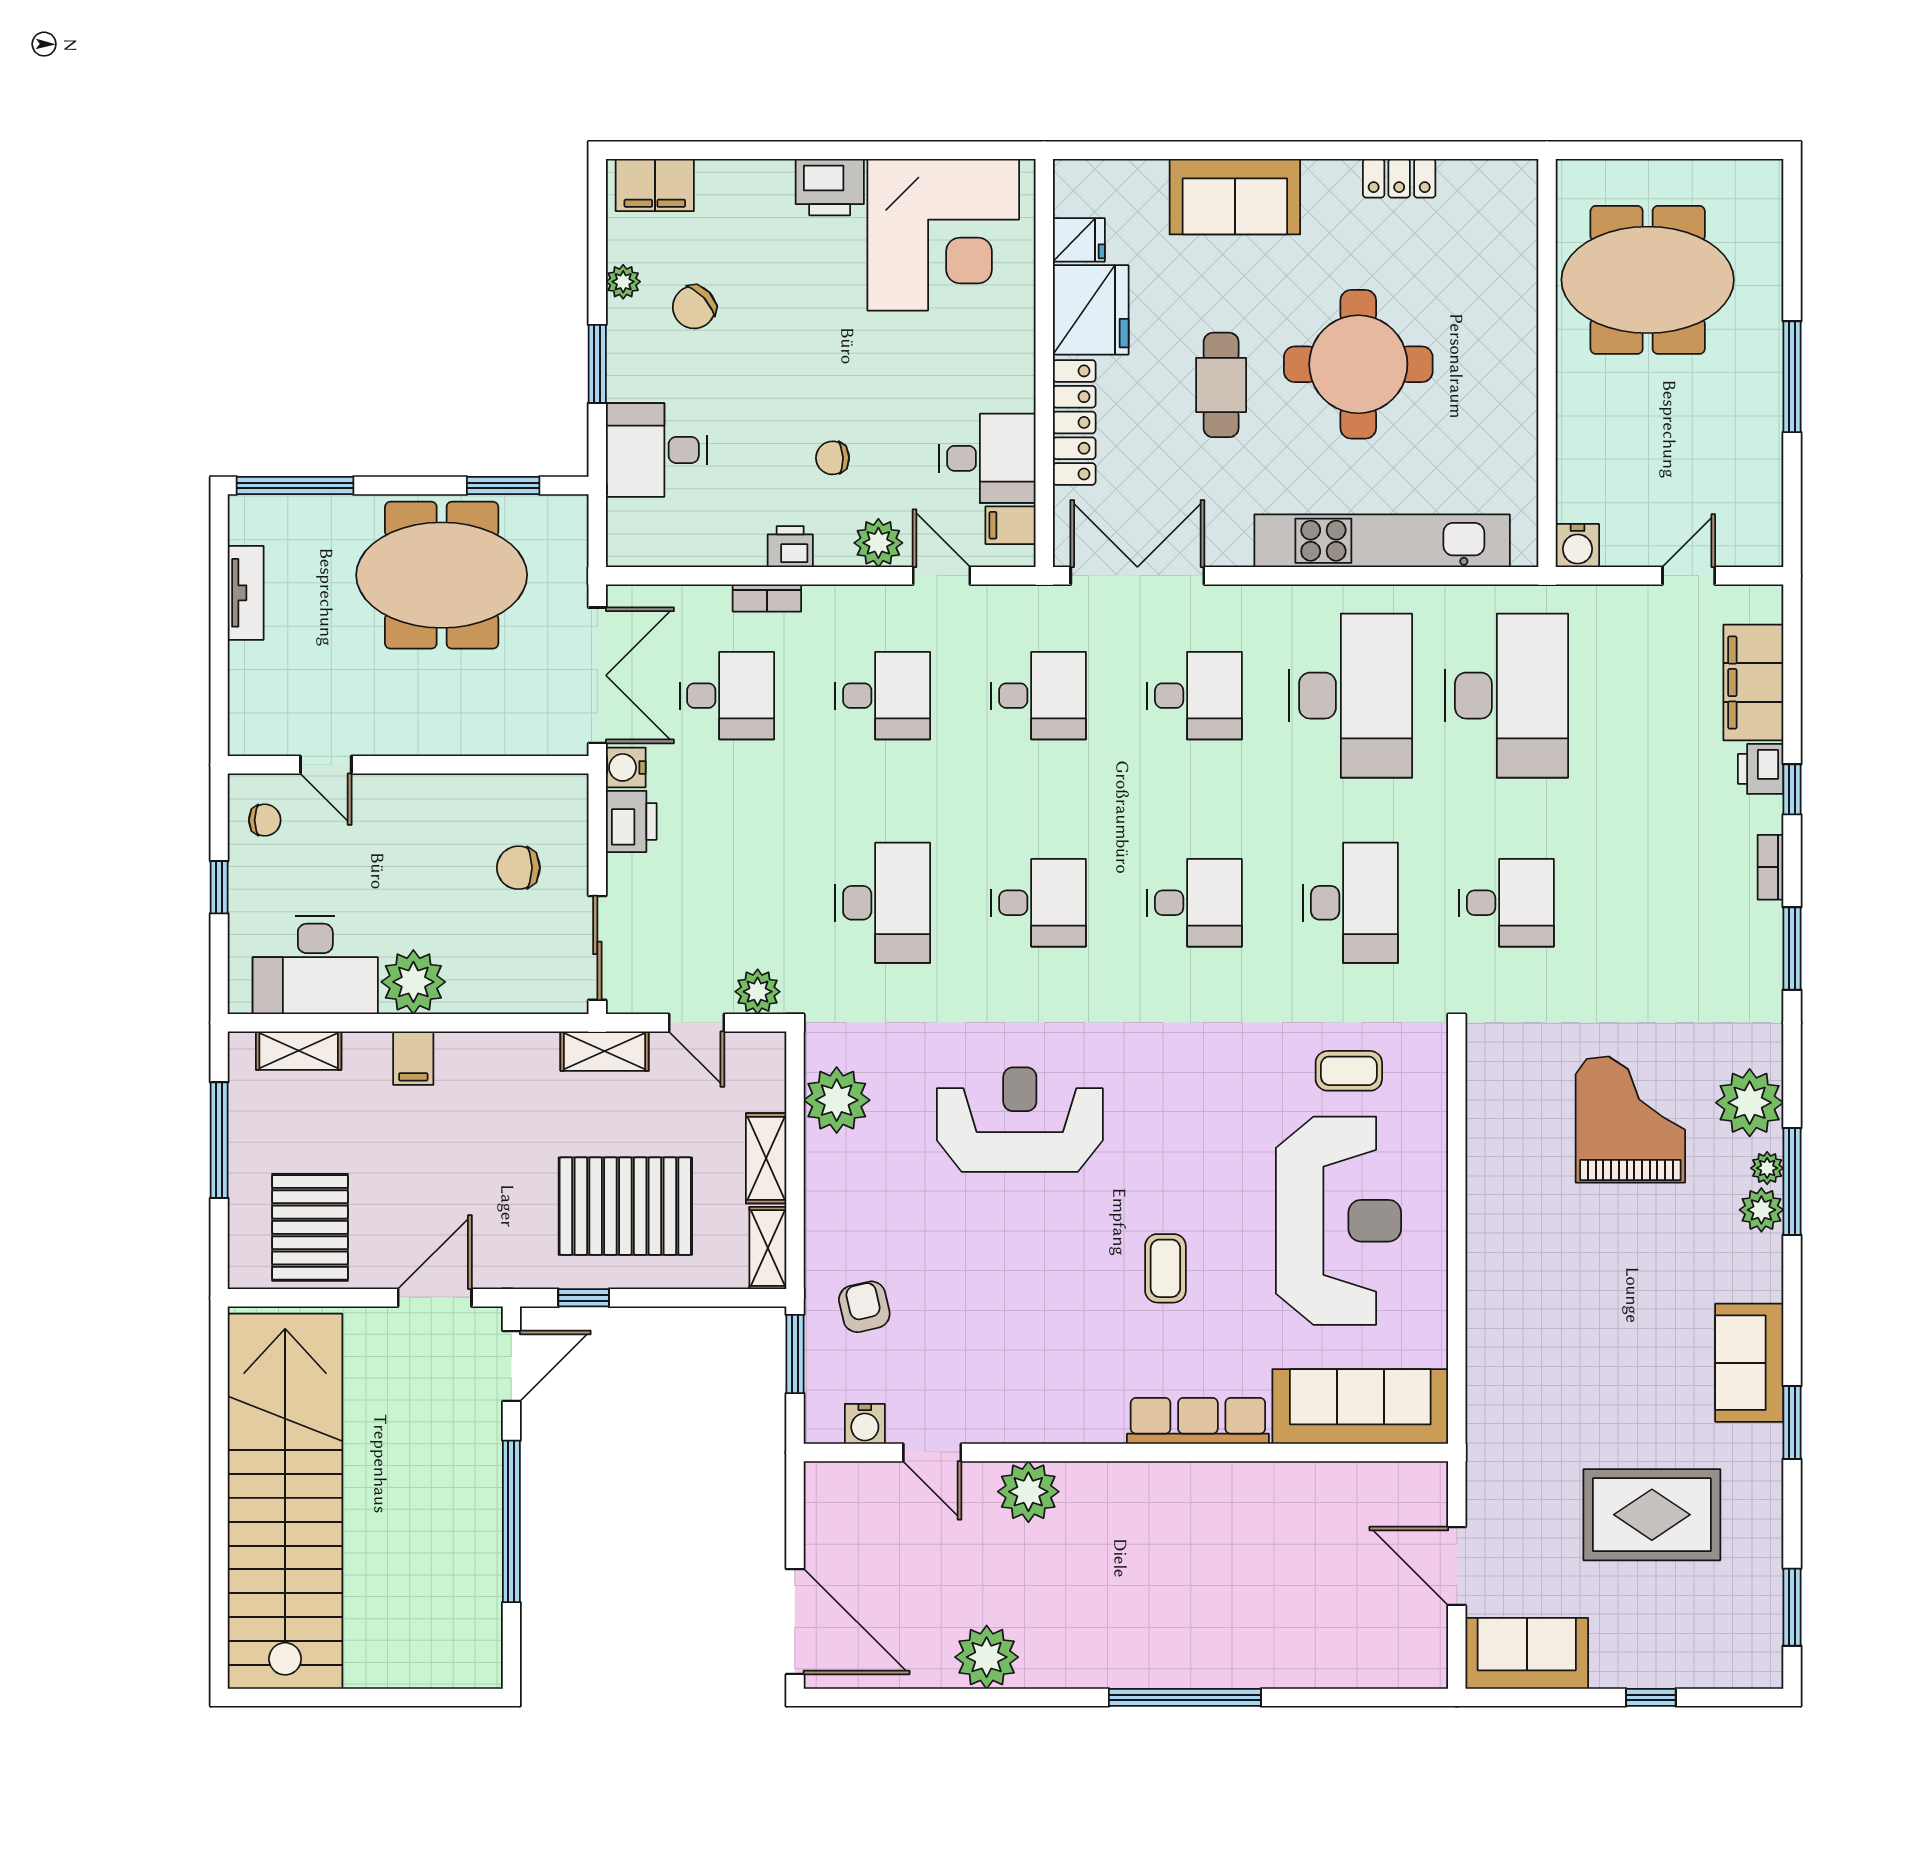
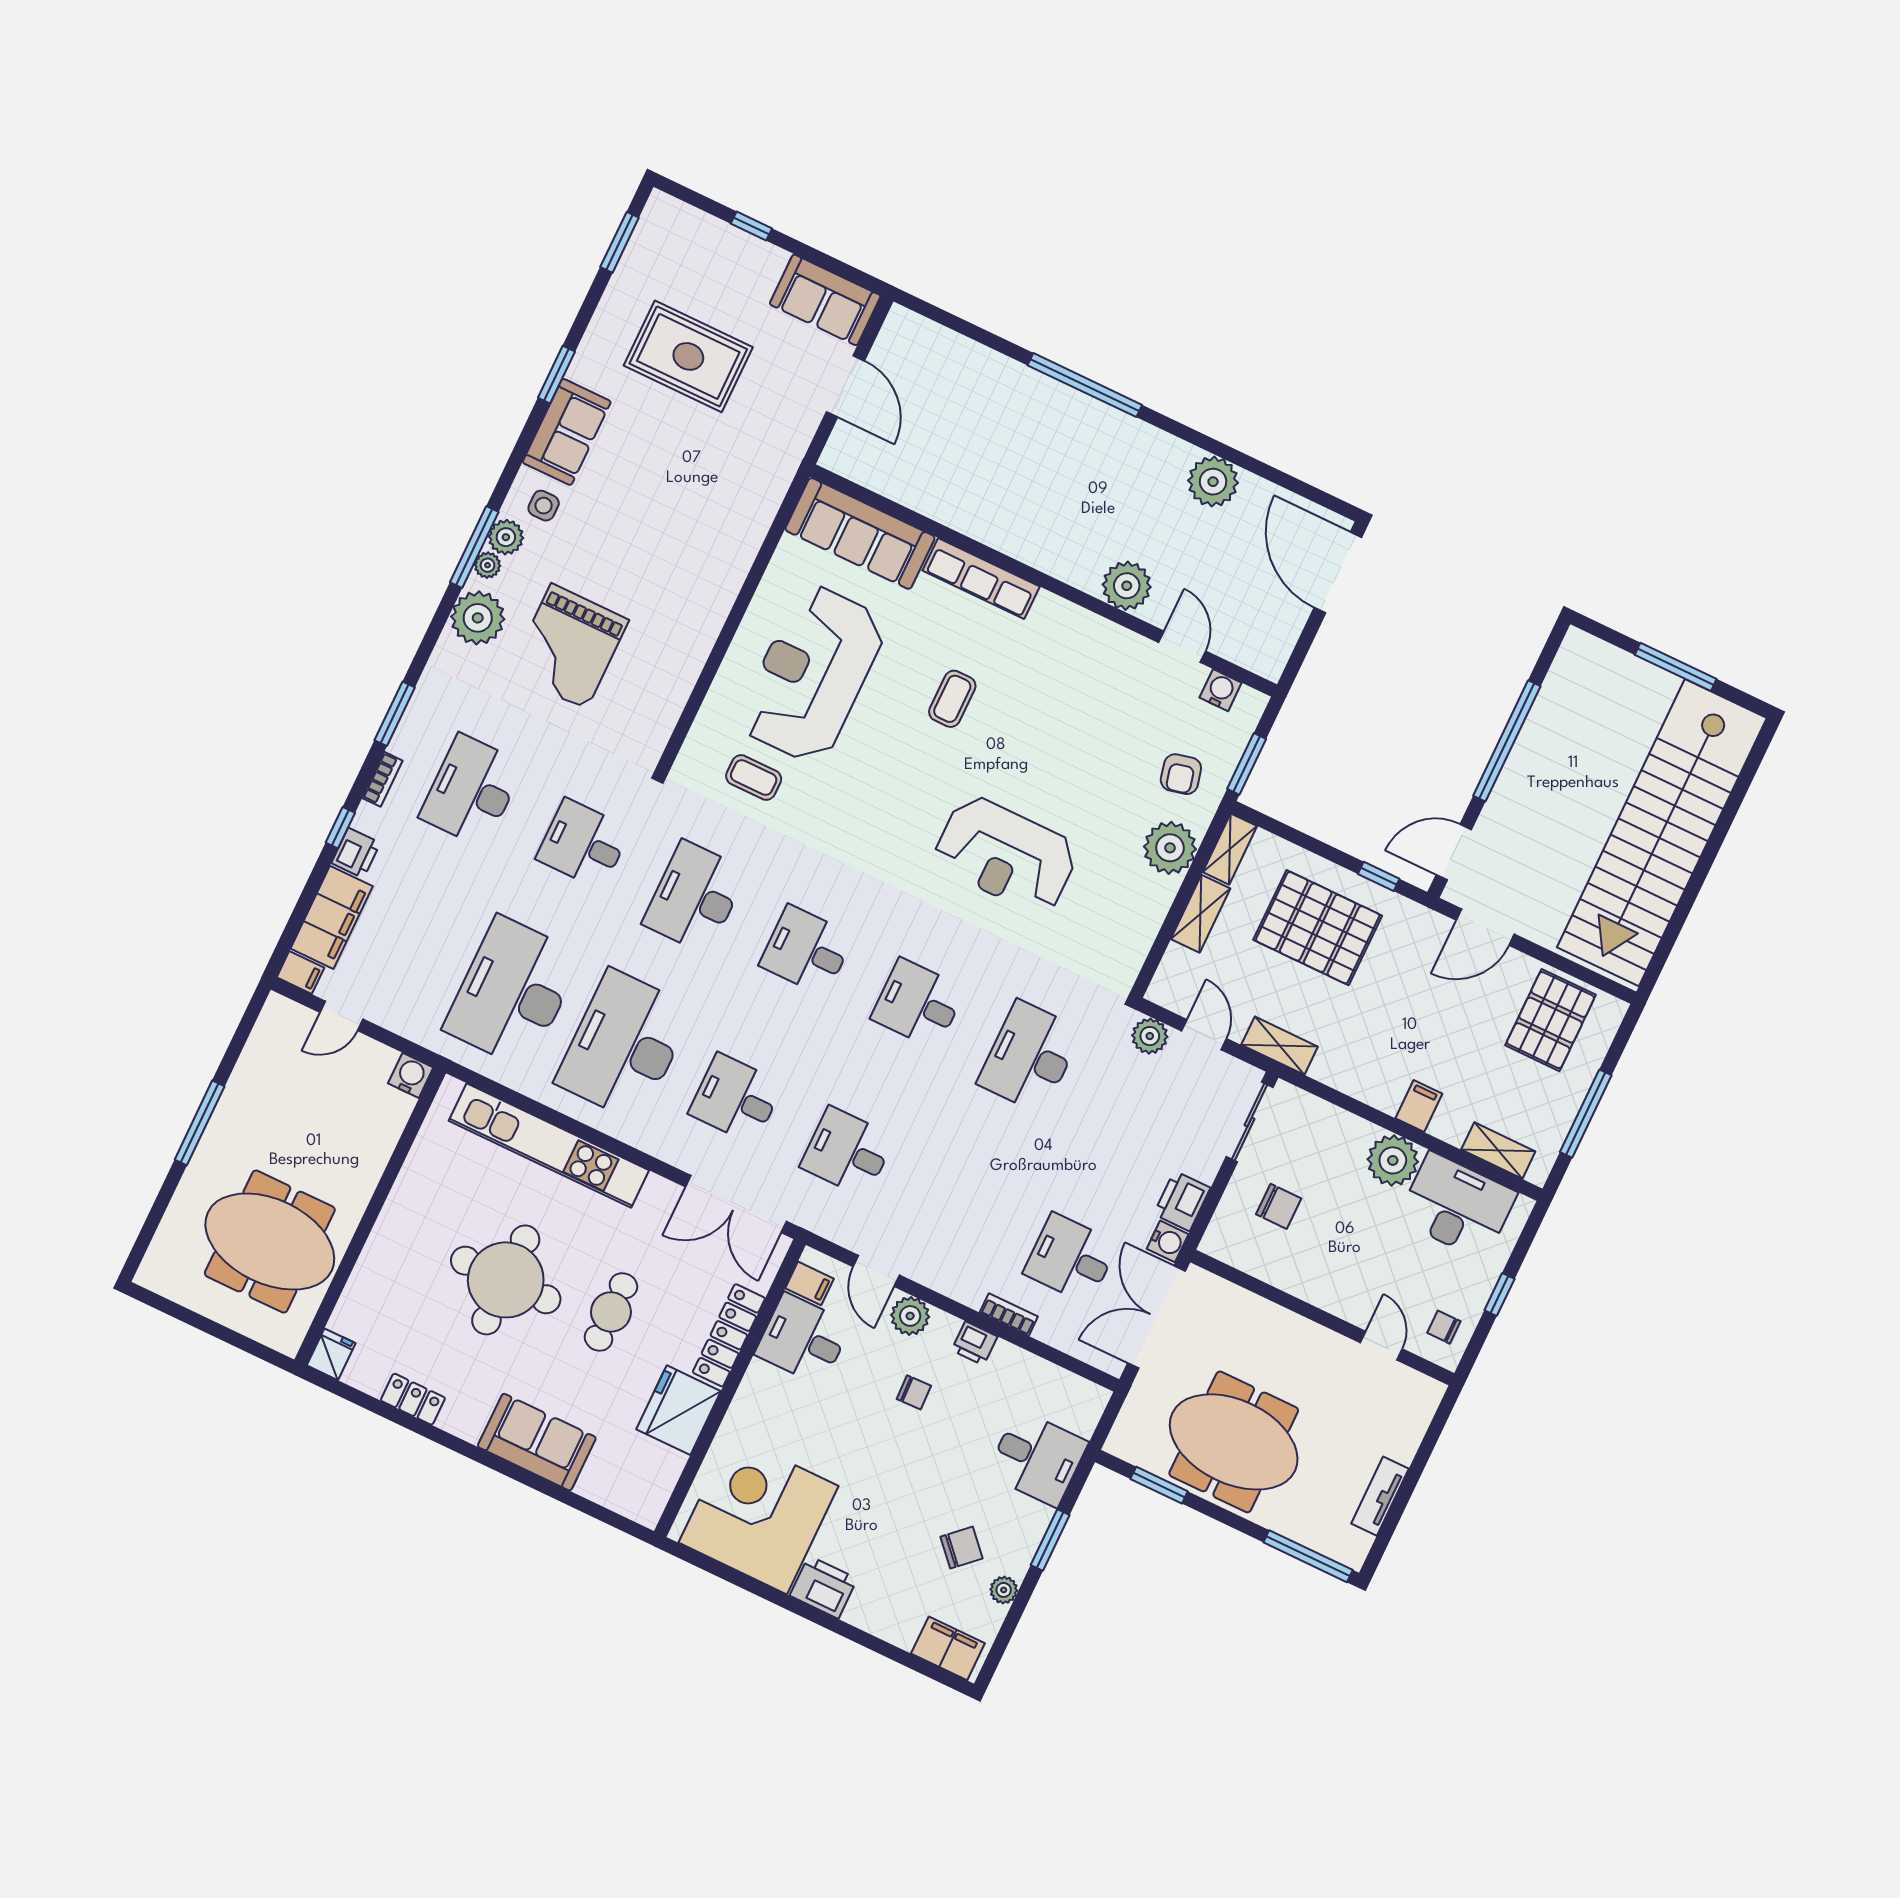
fridge: (1079, 240) -> (331, 1354), moved, turned 90
filing cabinet: (1759, 603) -> (300, 973), added
desk: (883, 696) -> (472, 791), moved, width x1.37
plant: (837, 1100) -> (1170, 848), moved
side table: (1736, 1266) -> (544, 506), added
window: (359, 1697) -> (1676, 667), added

